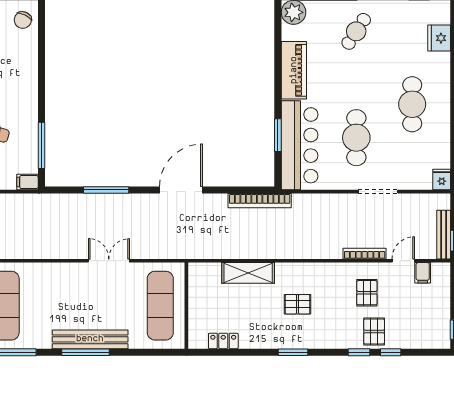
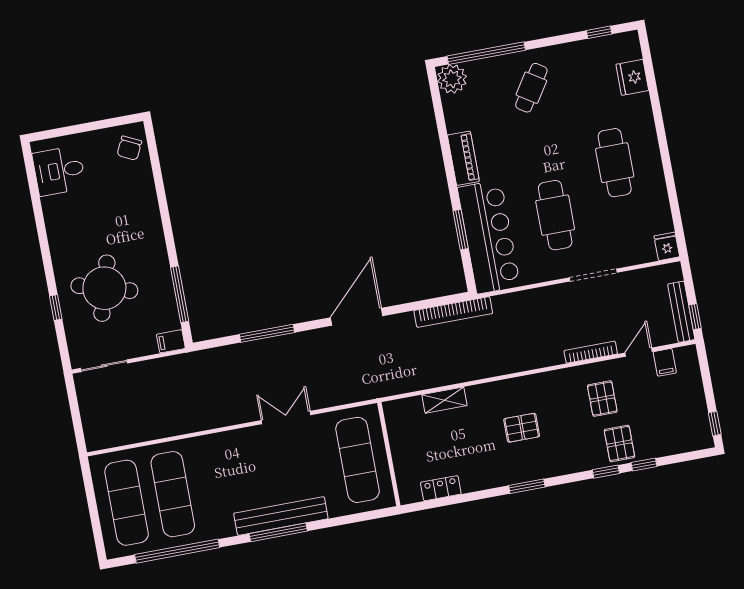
piano: (294, 70) -> (463, 158), width x0.73, depth x0.75
shelving: (248, 273) -> (444, 400), width x0.67, depth x0.75

